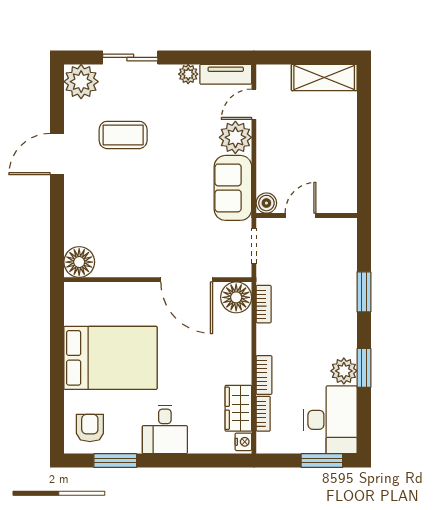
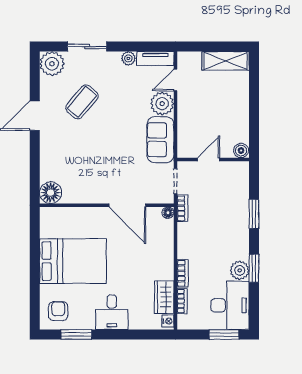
coffee table: (123, 135) -> (82, 102), turned -50
boiler: (266, 203) -> (241, 151), moved
floor lamp: (236, 297) -> (168, 213), width x0.53, depth x0.53
bookcase: (264, 304) -> (182, 208), moved

